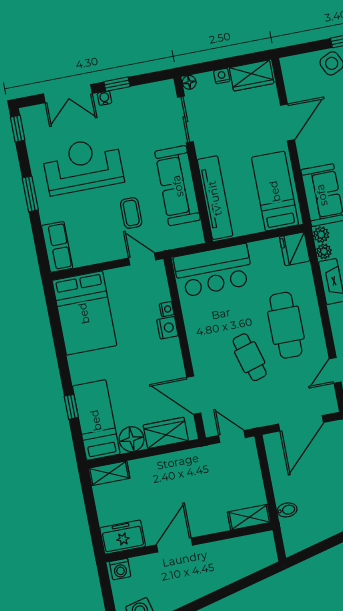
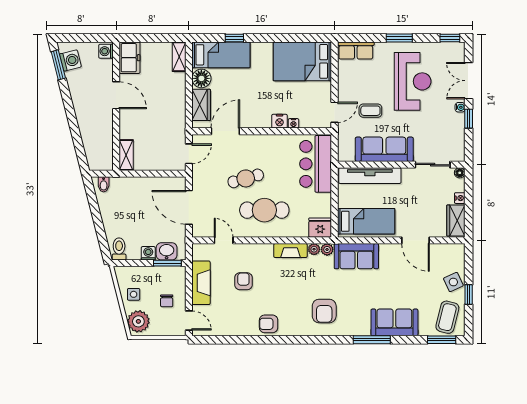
bidet: (287, 510) -> (104, 184), moved

